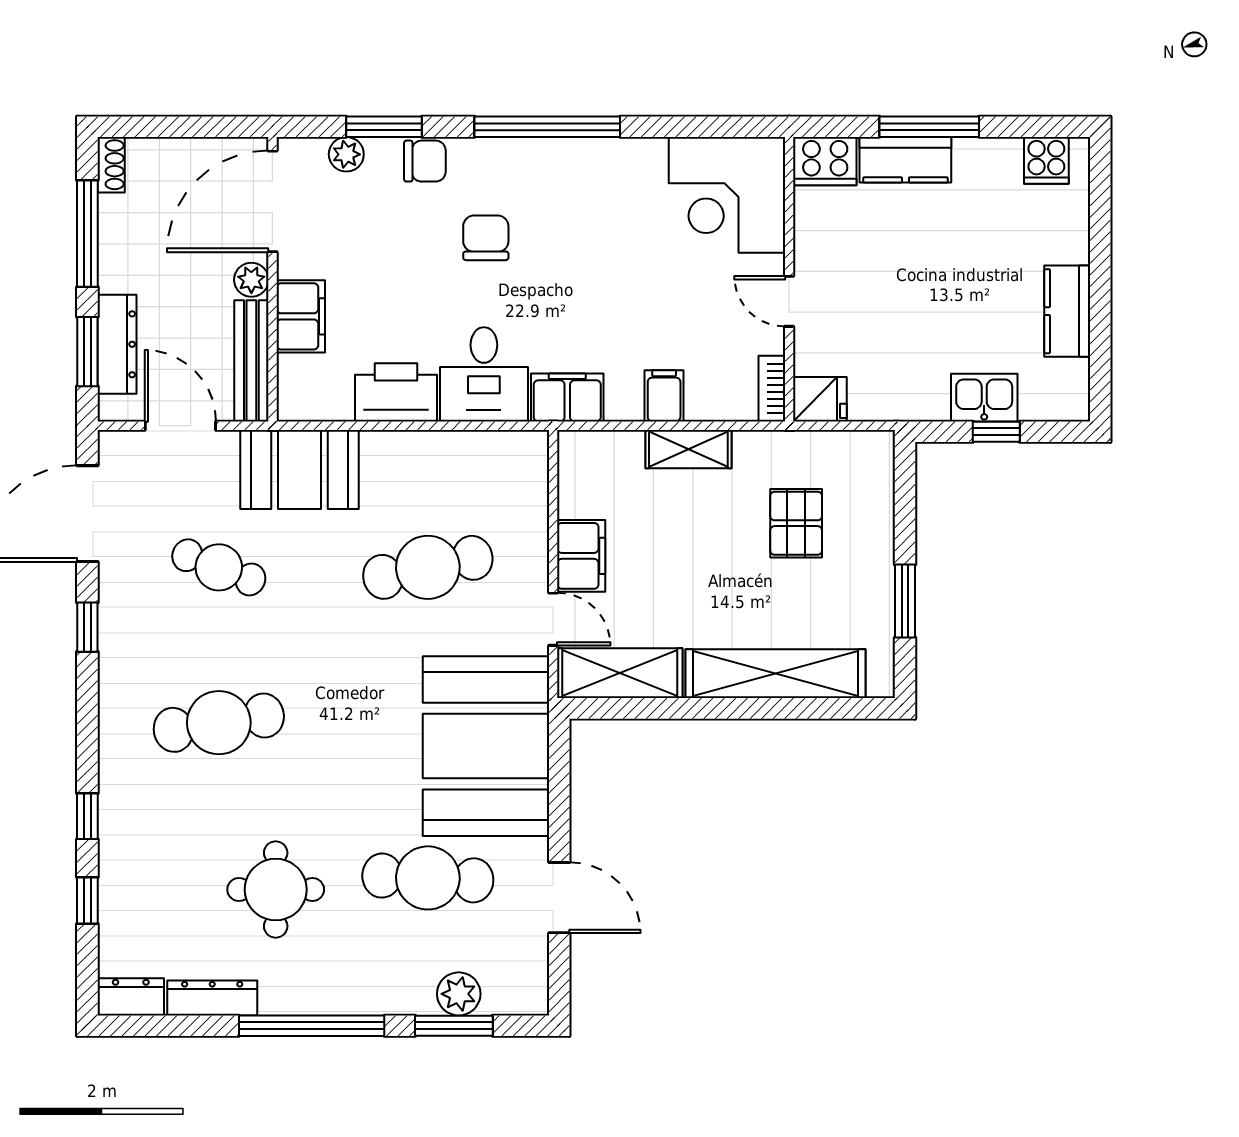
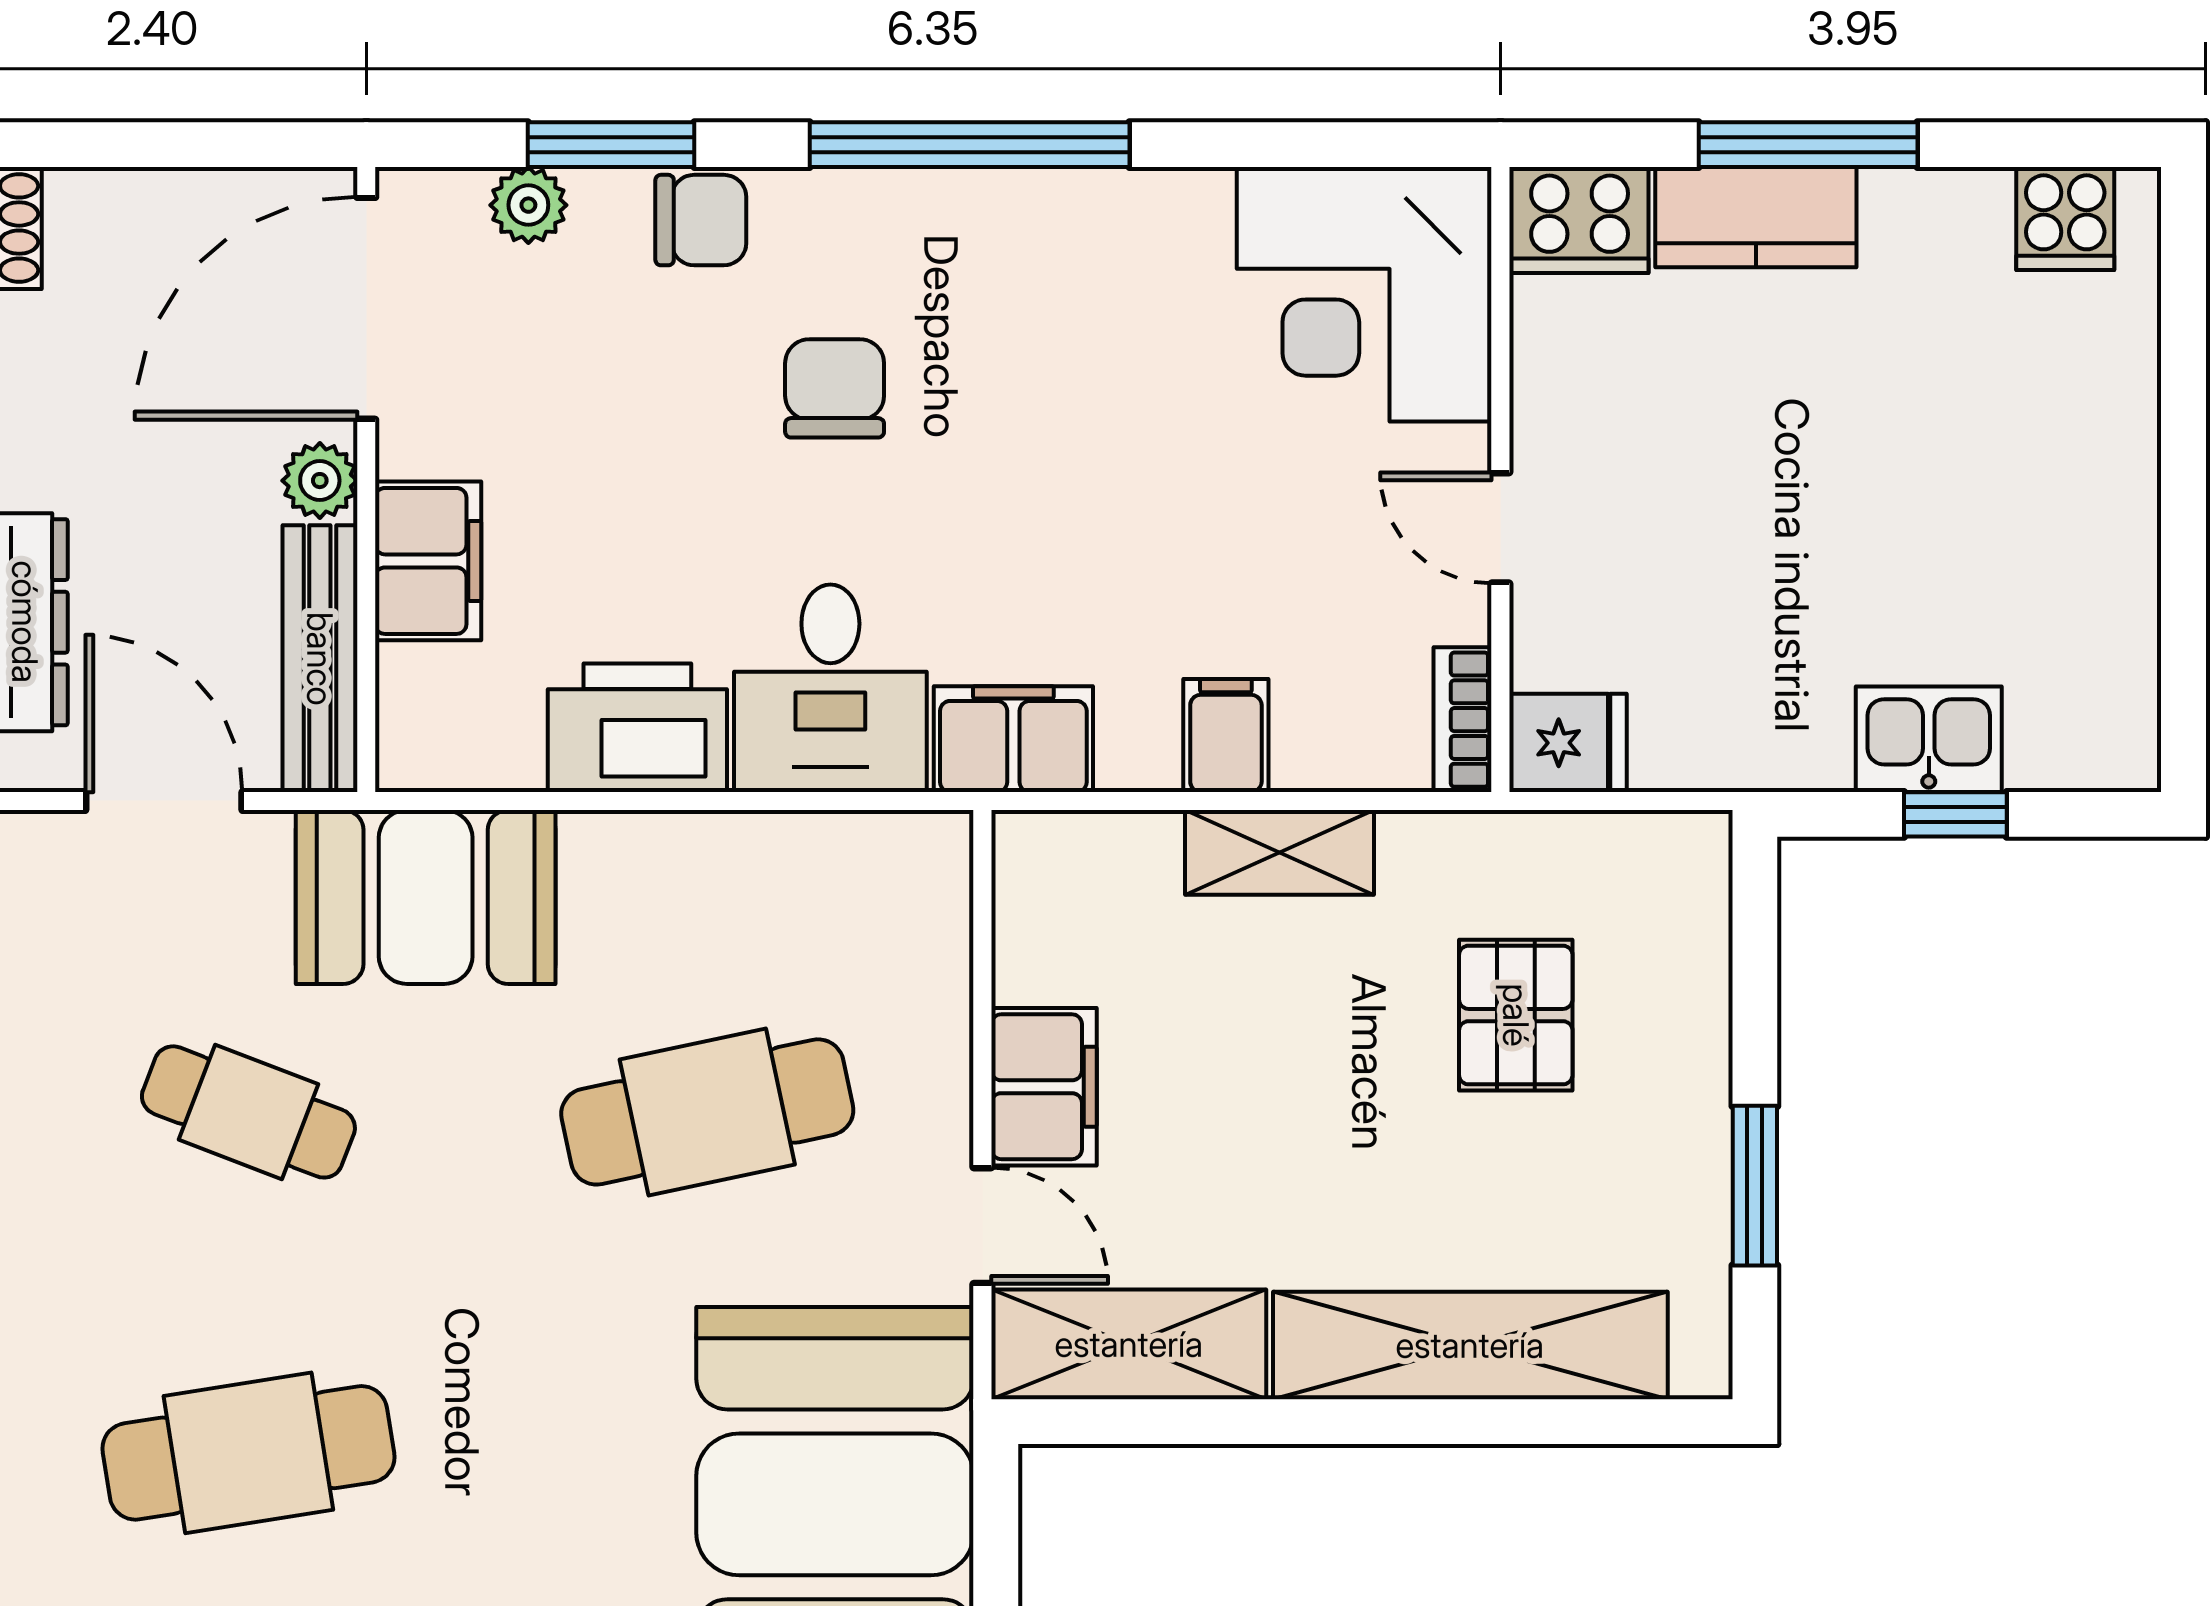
kitchen counter: (1067, 311) -> (2111, 549), removed

